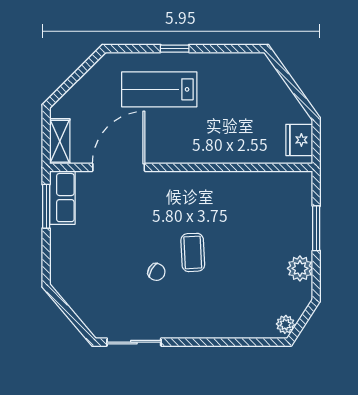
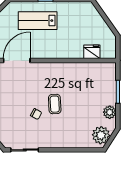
fridge: (299, 140) -> (92, 52), moved, turned 90
plant: (285, 324) -> (101, 135), width x1.88, depth x1.88

